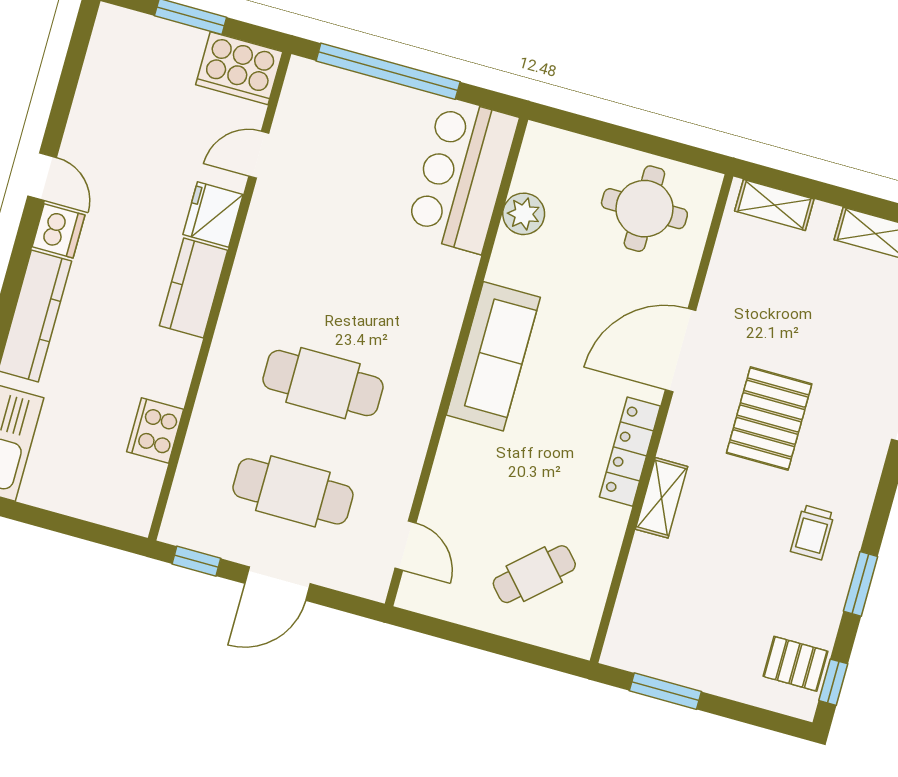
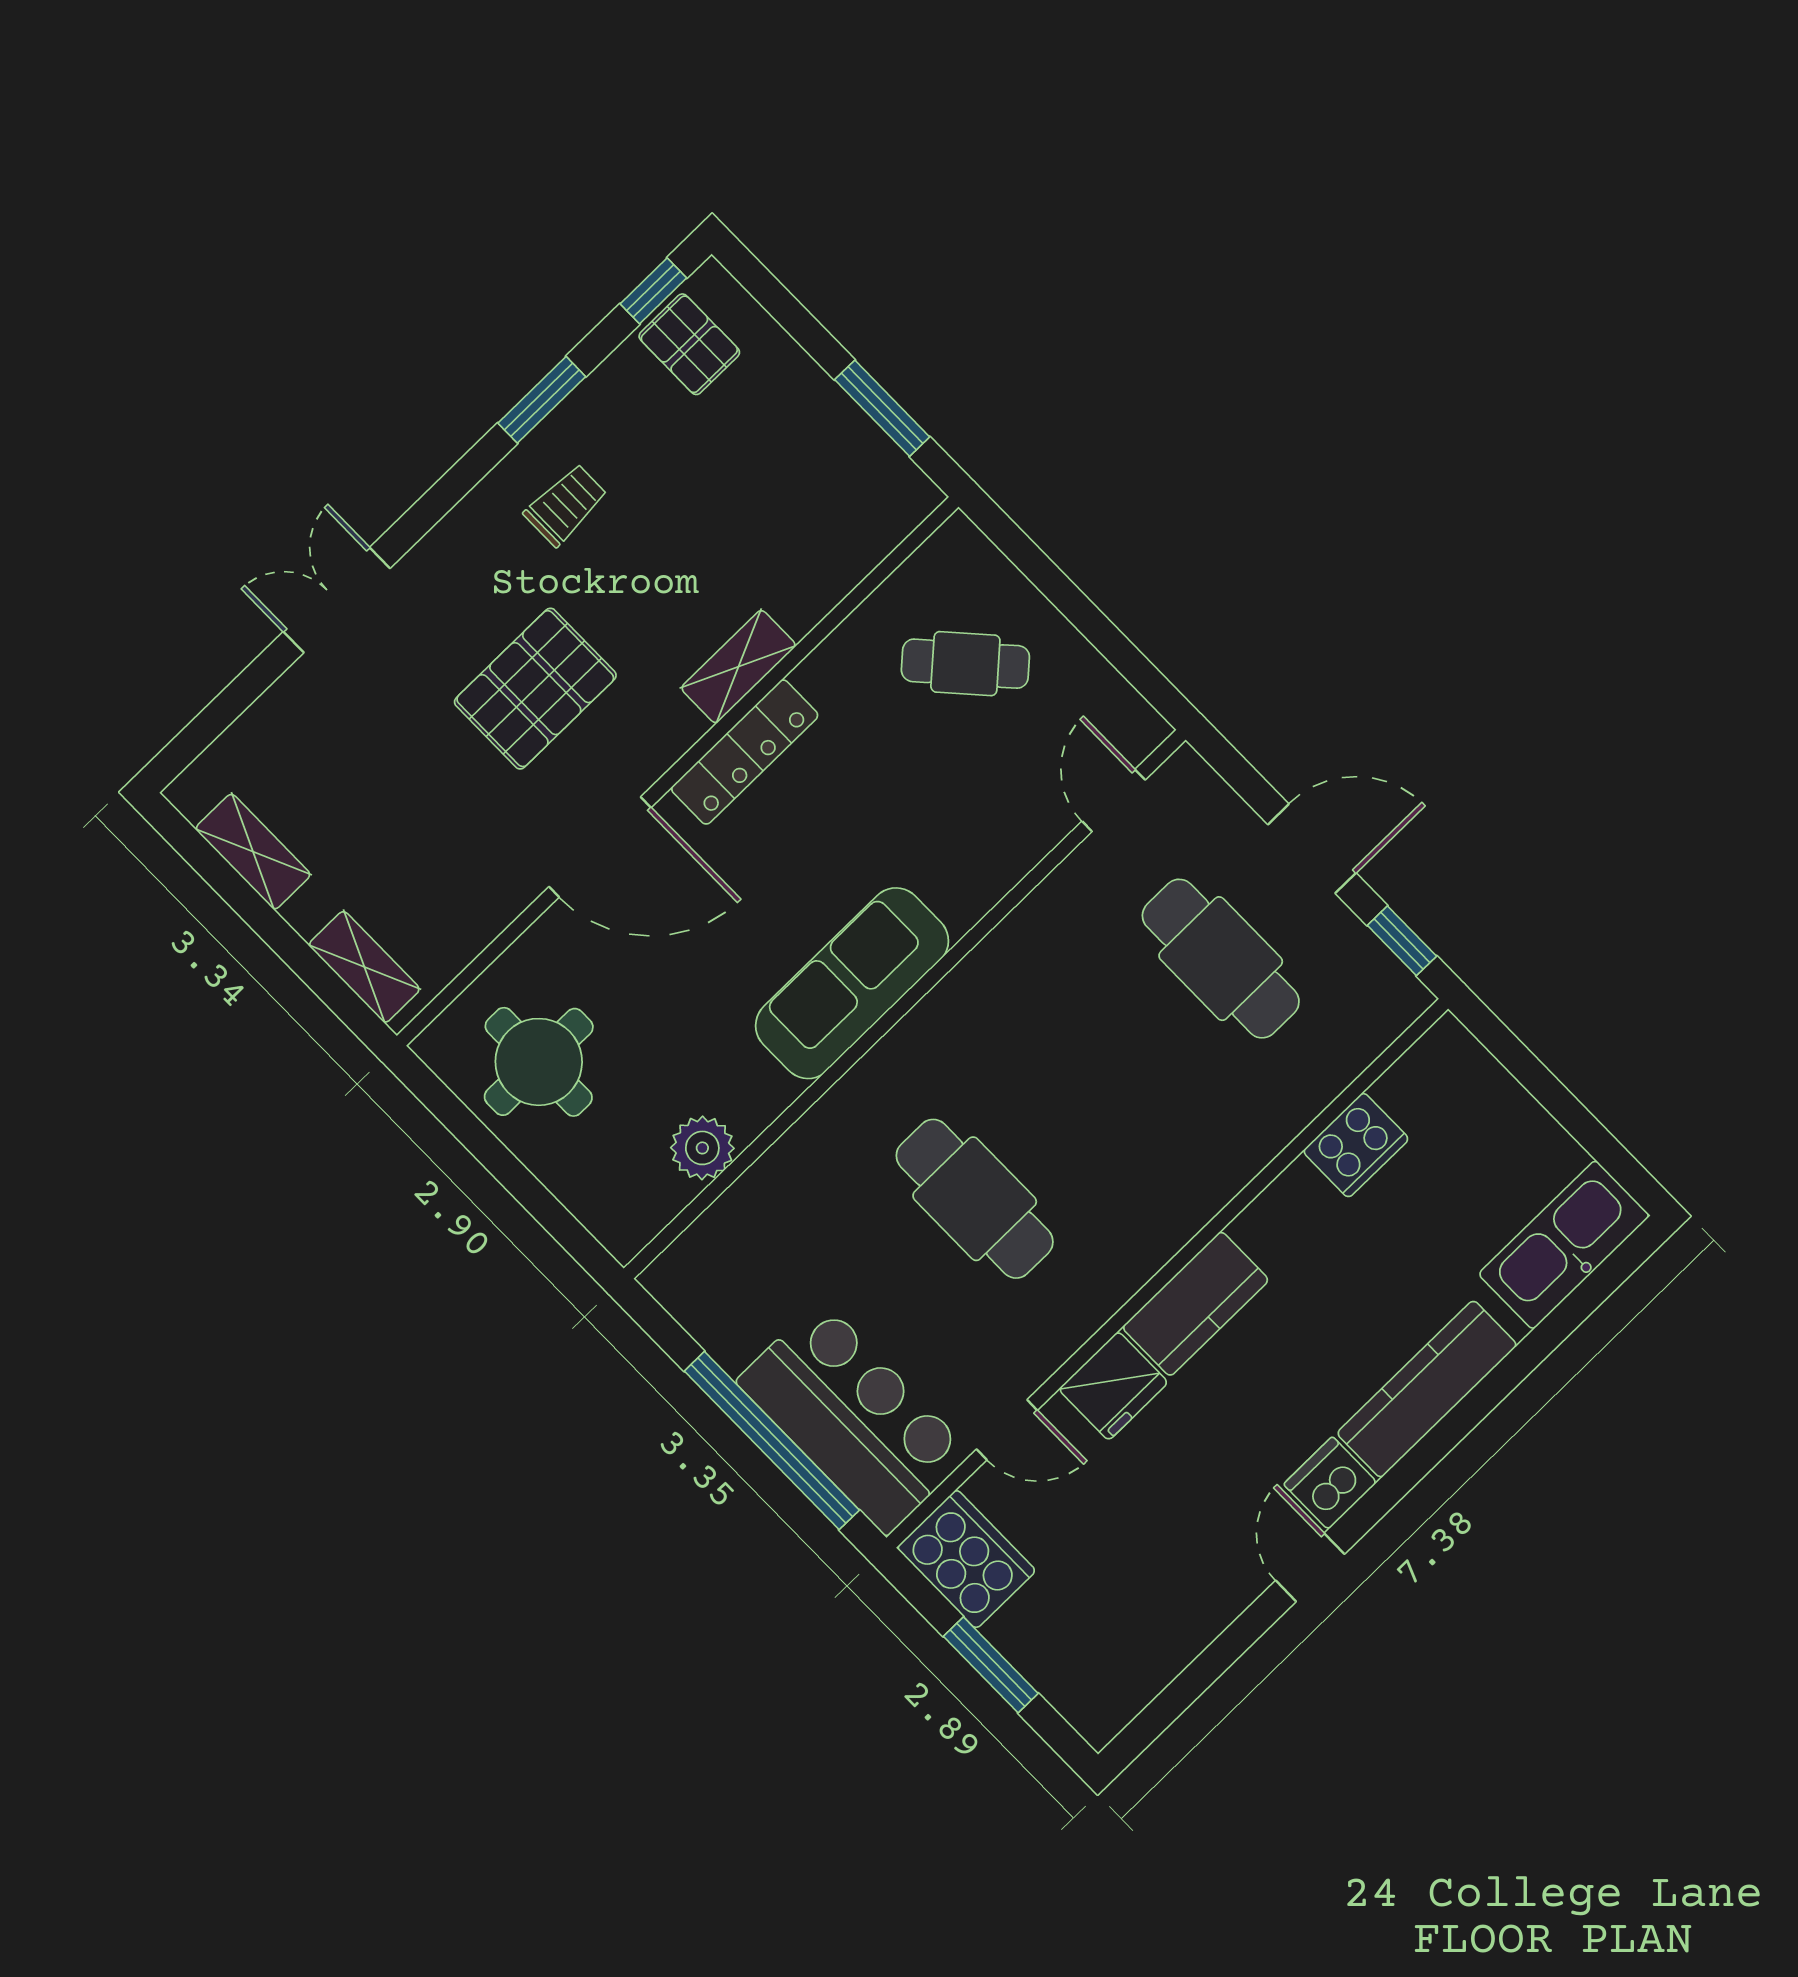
bar counter: (462, 176) -> (854, 1417), moved, turned -90
cafe table: (323, 383) -> (975, 1199), moved

